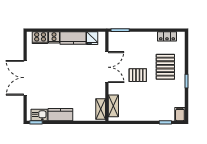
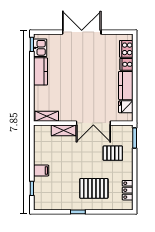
pallet: (138, 75) -> (113, 153), moved, turned 90
shelving: (113, 106) -> (64, 130), moved
filing cabinet: (180, 114) -> (41, 171), moved

